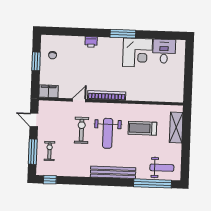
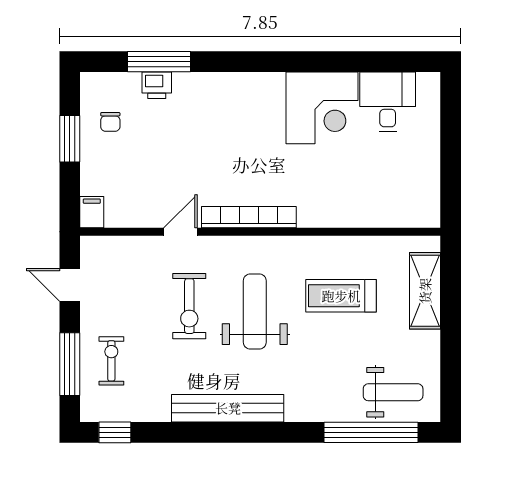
window: (123, 34) -> (159, 62), moved
printer: (91, 42) -> (157, 85), moved
filing cabinet: (49, 91) -> (92, 212), width x0.50
exercise bike: (81, 130) -> (189, 306), turned 180
weight bench: (108, 133) -> (255, 311), turned 180
bench: (113, 172) -> (228, 408), moved

